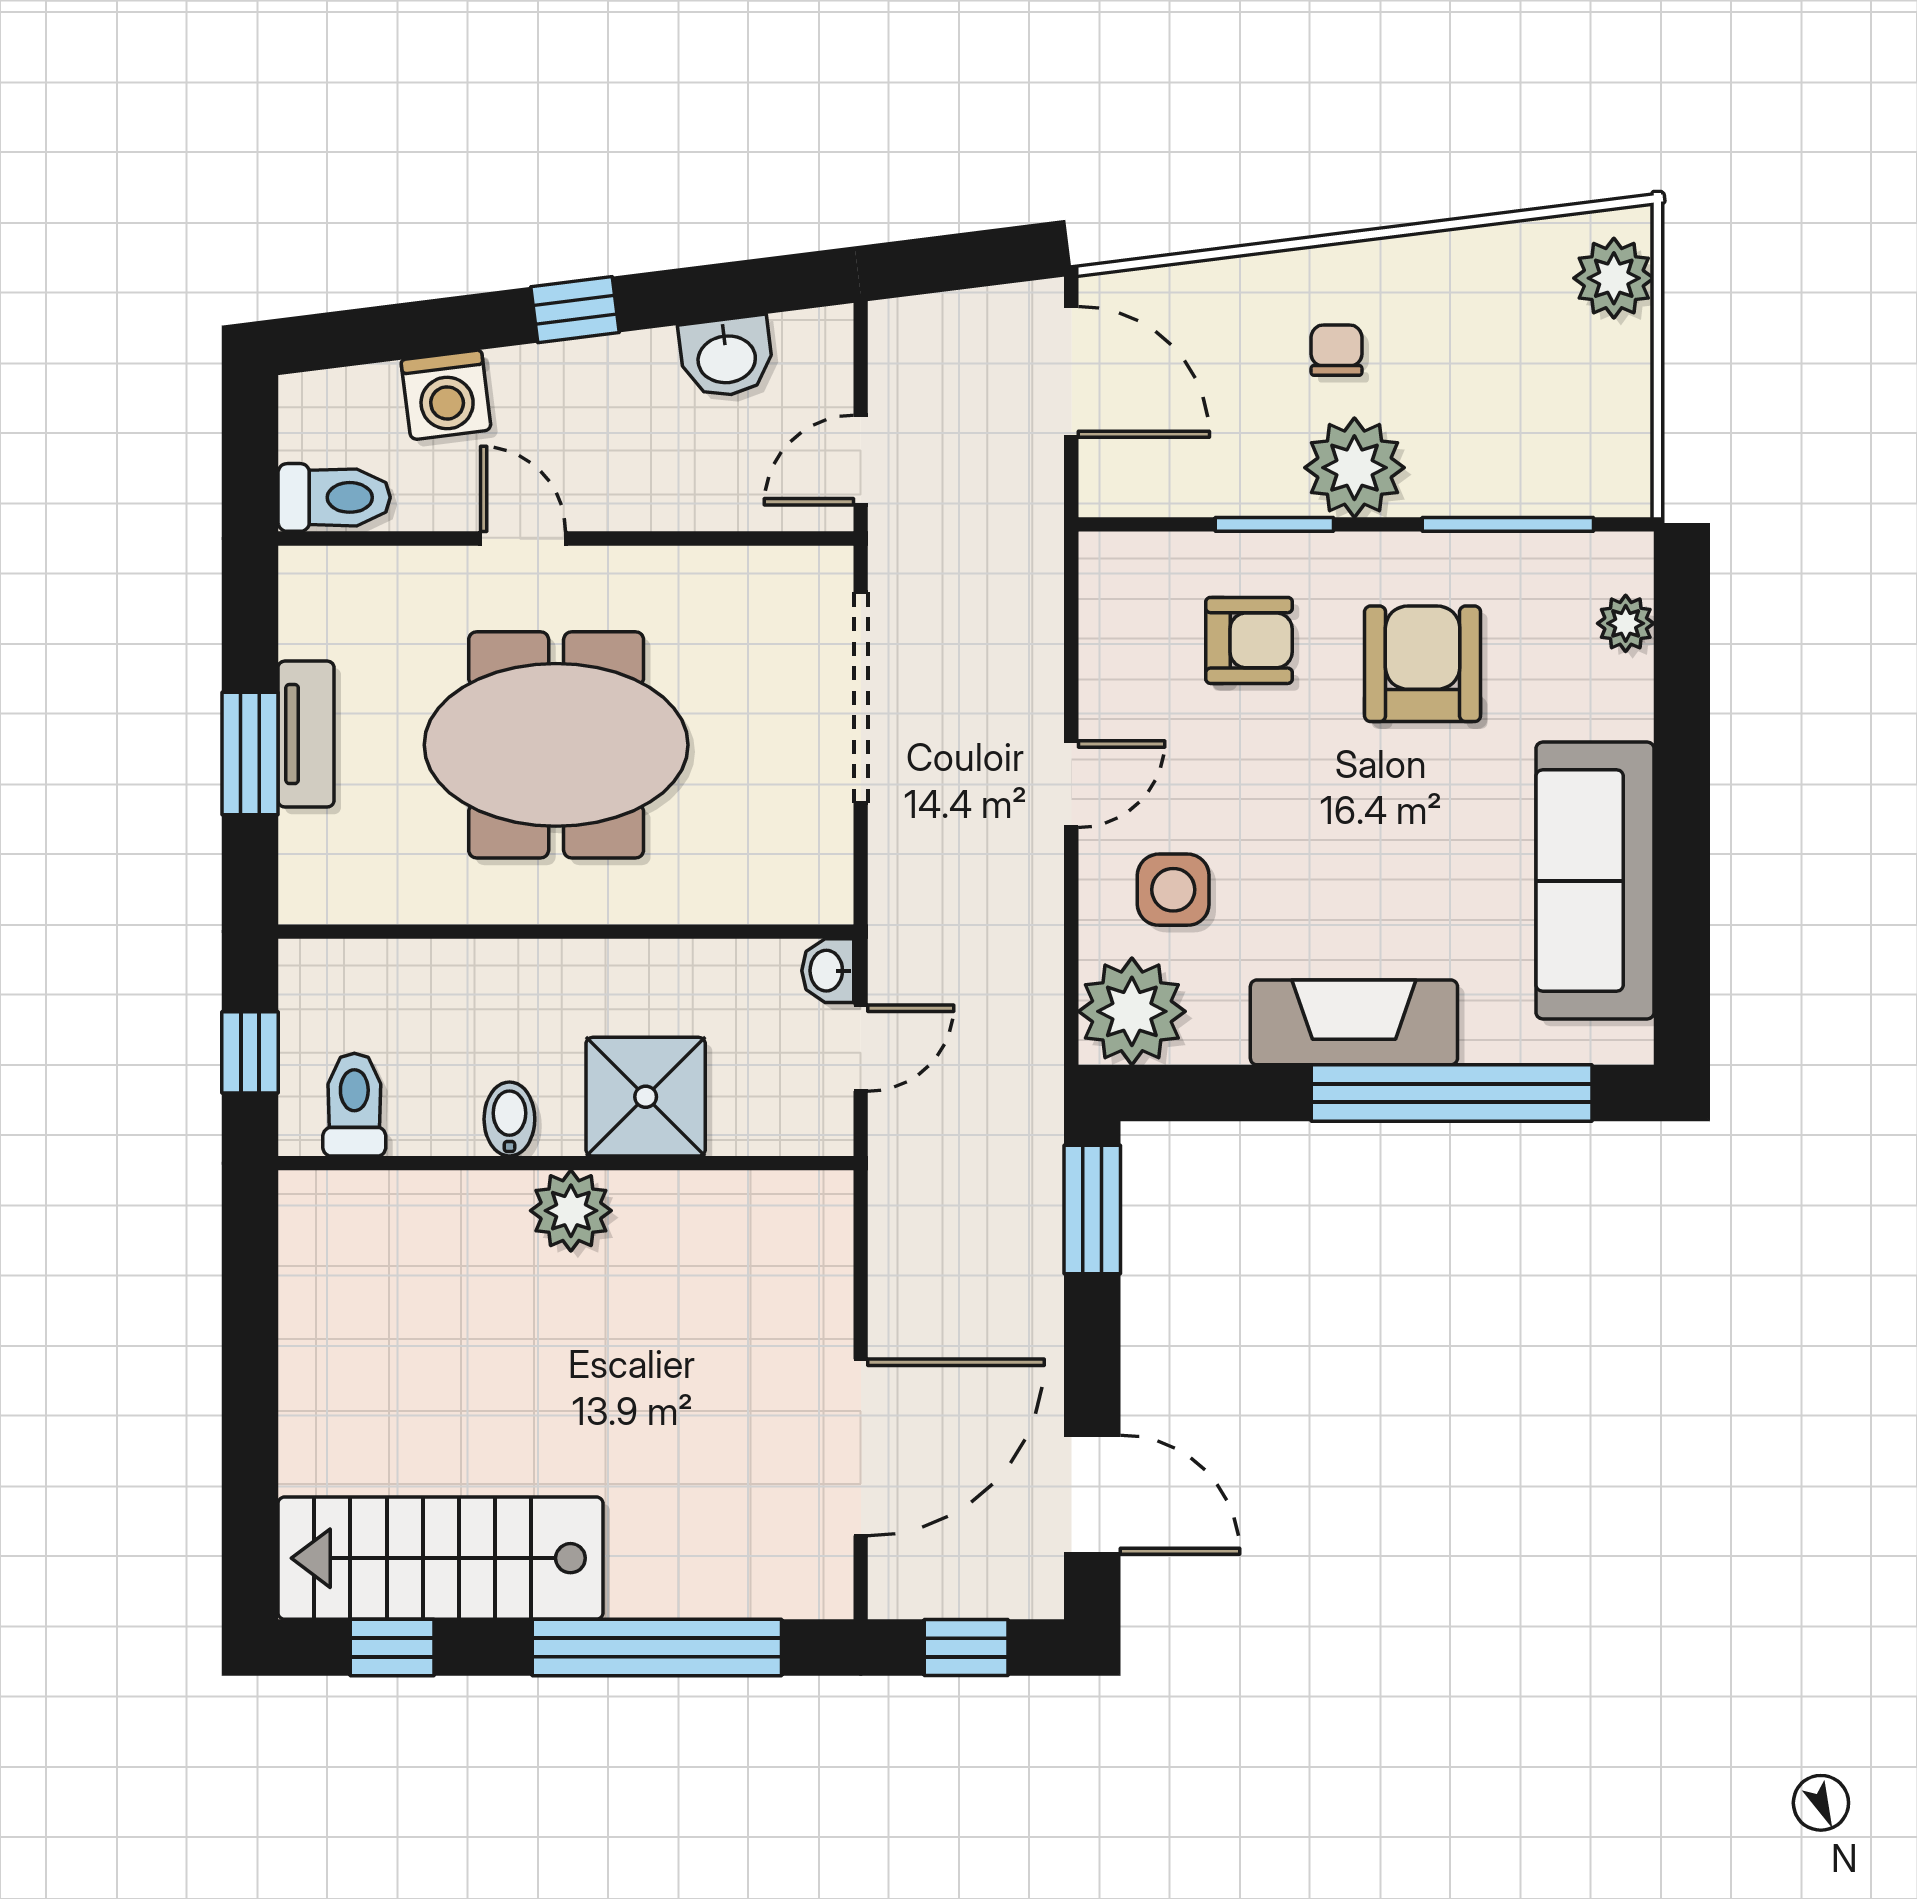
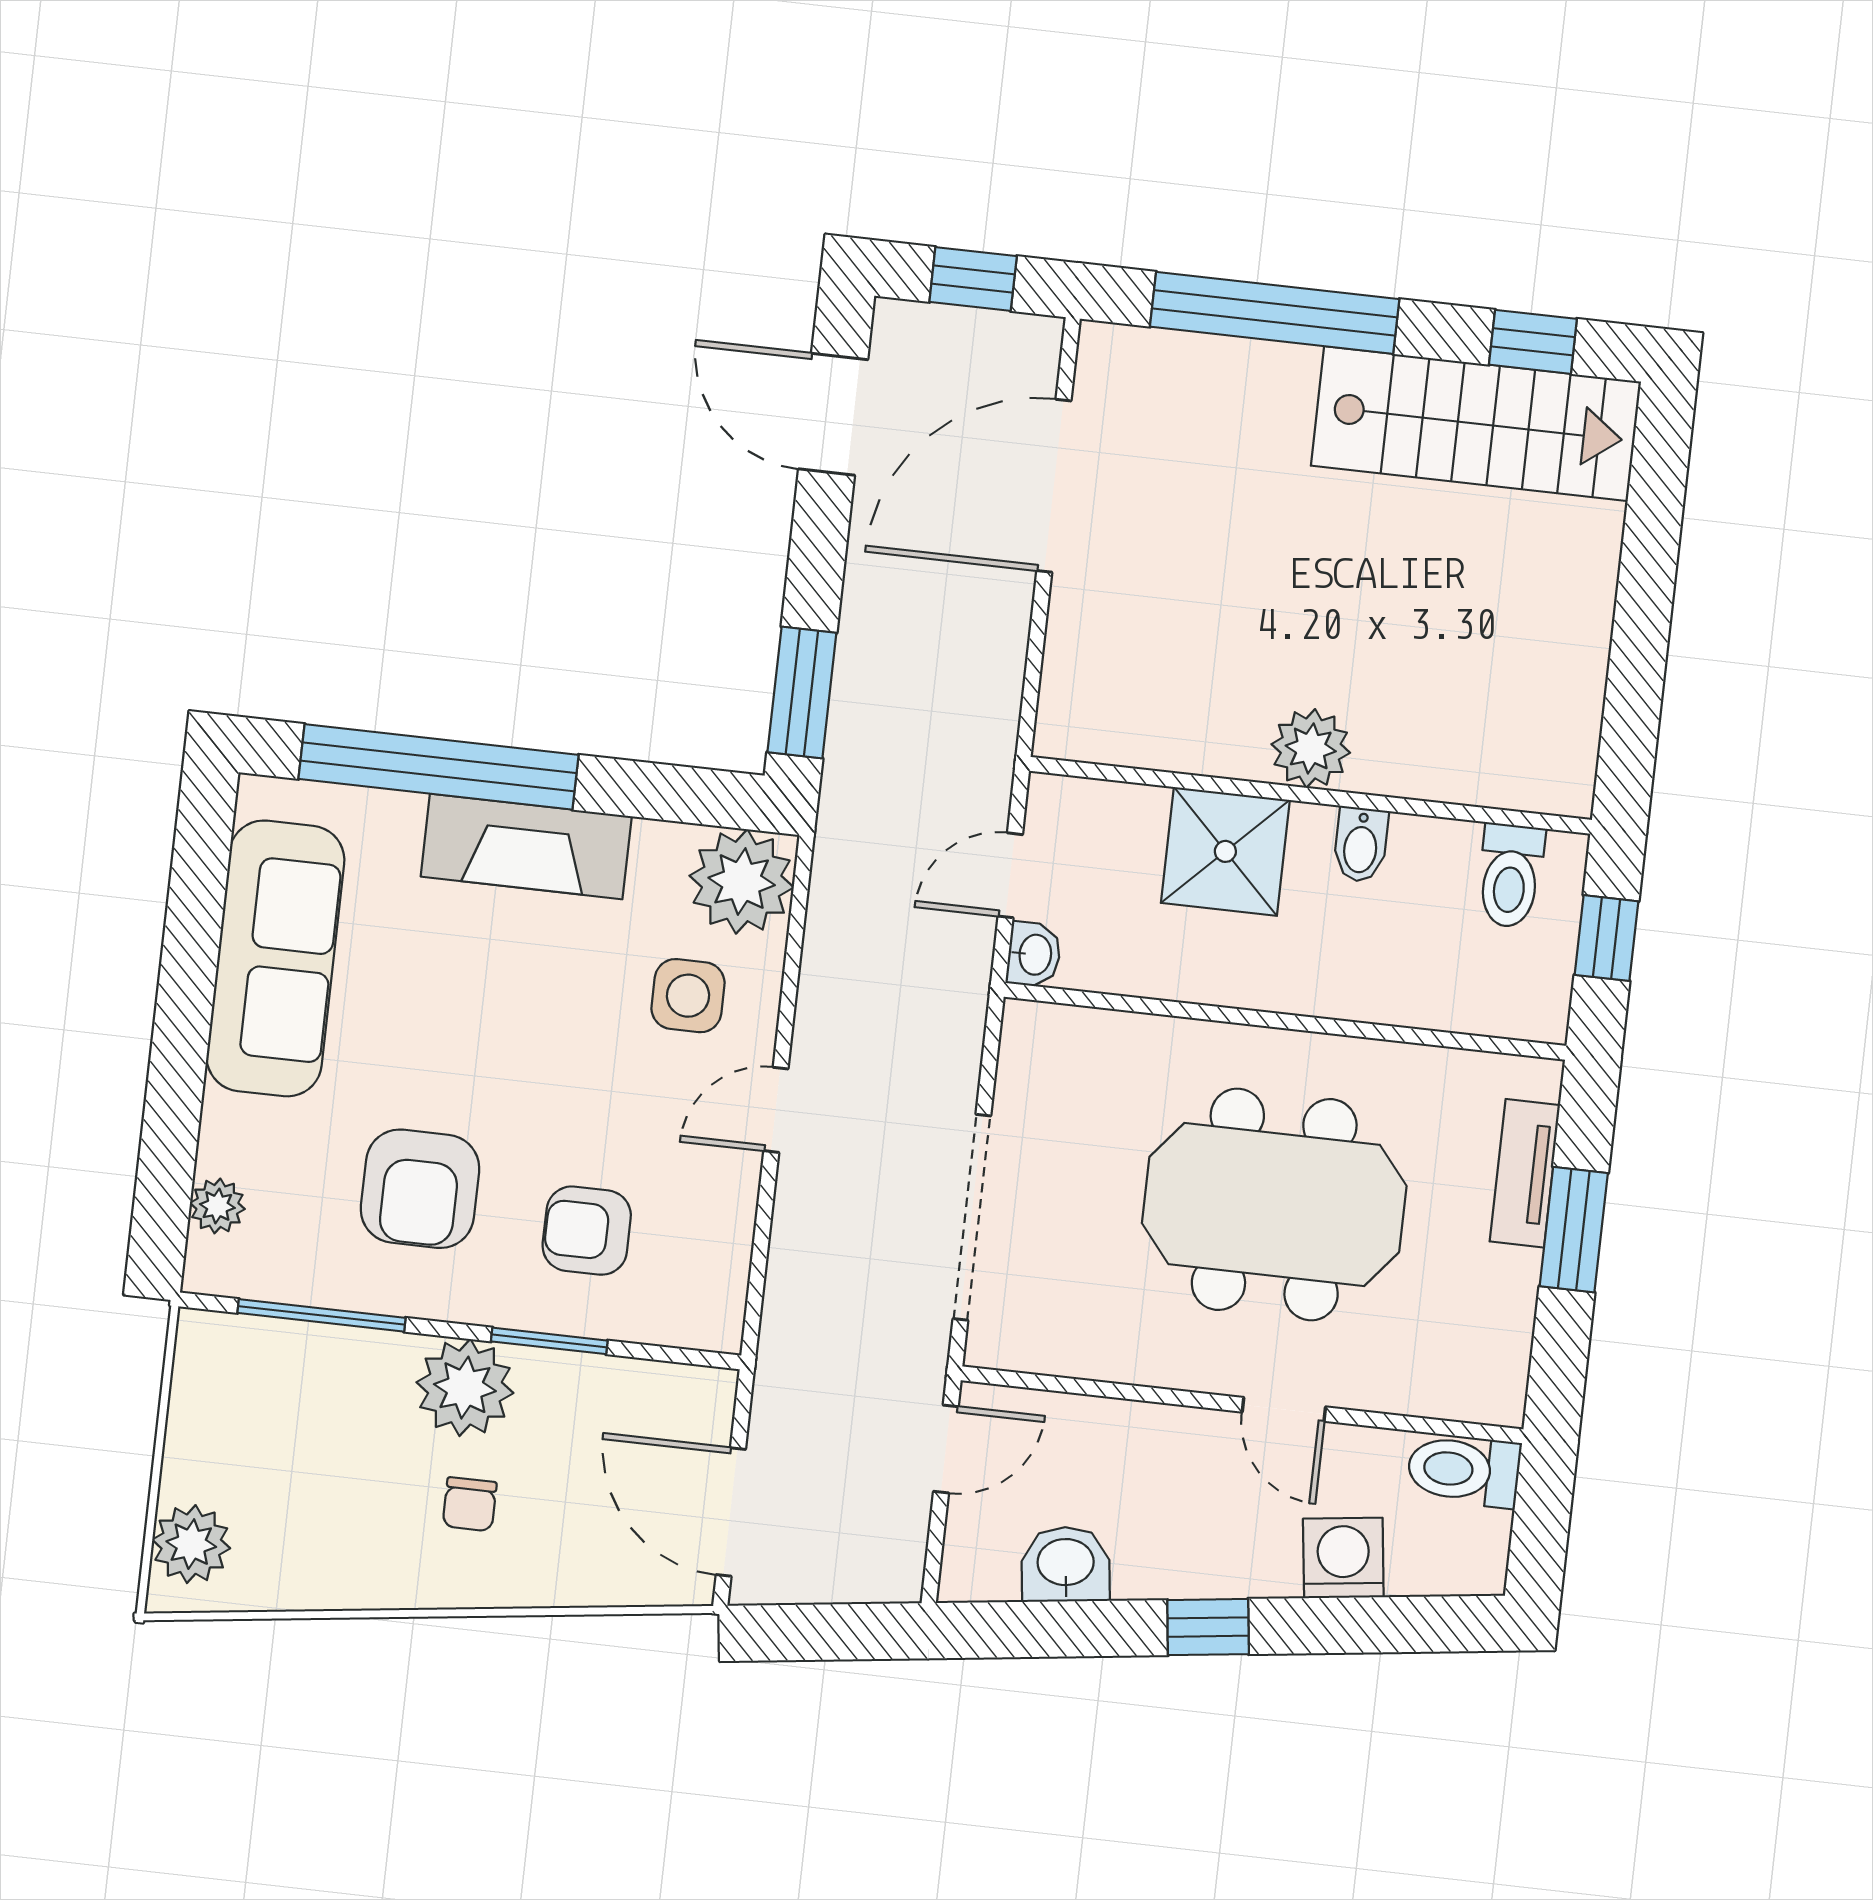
tv unit: (306, 734) -> (1525, 1173), moved

